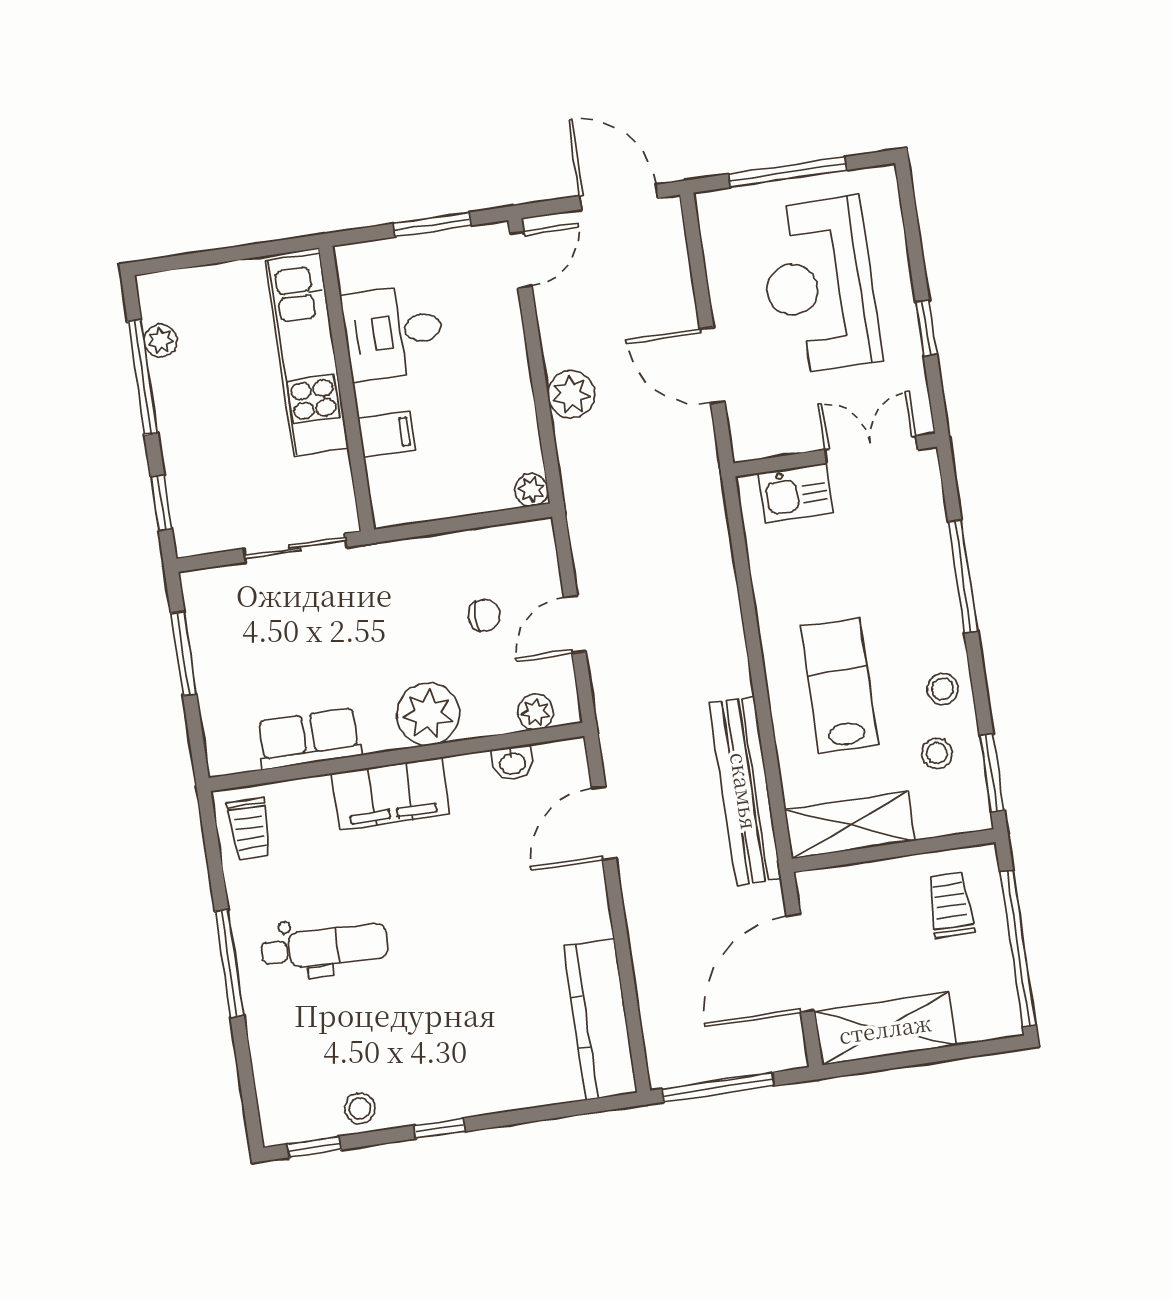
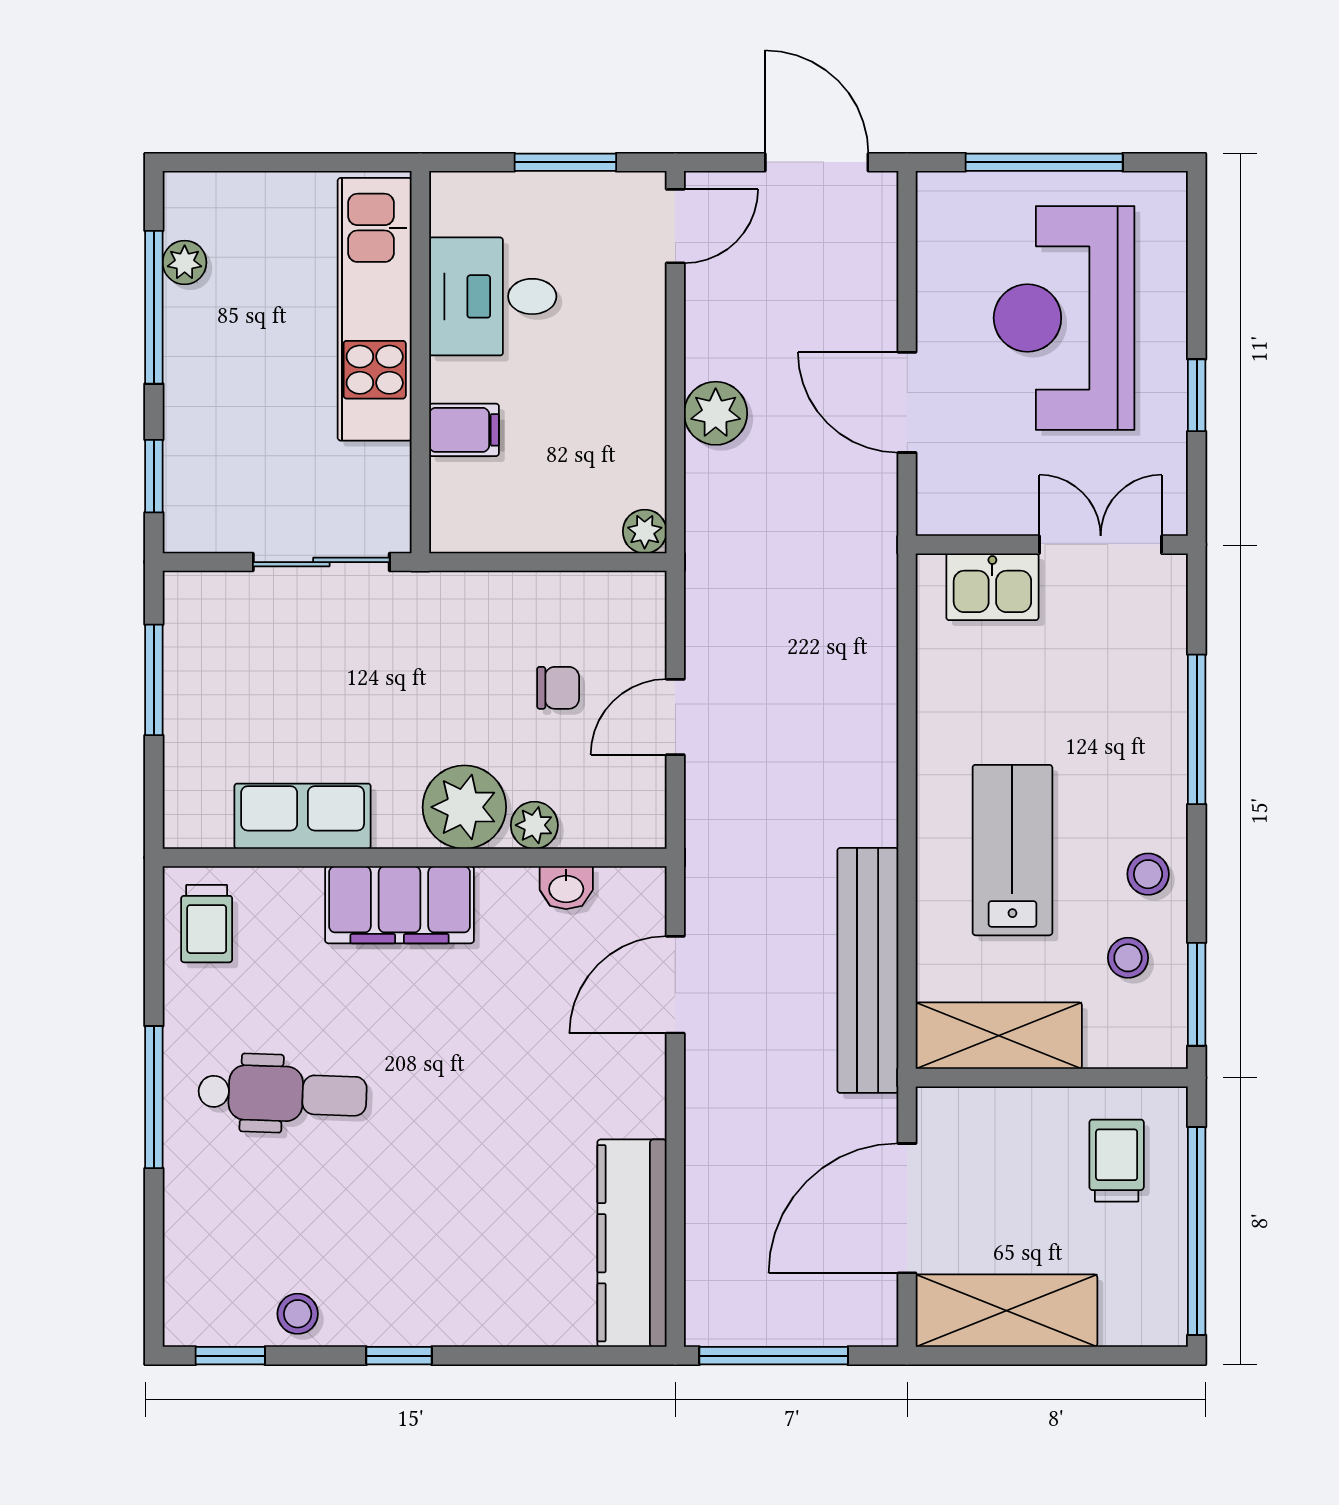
plant: (536, 712) -> (534, 825), moved

